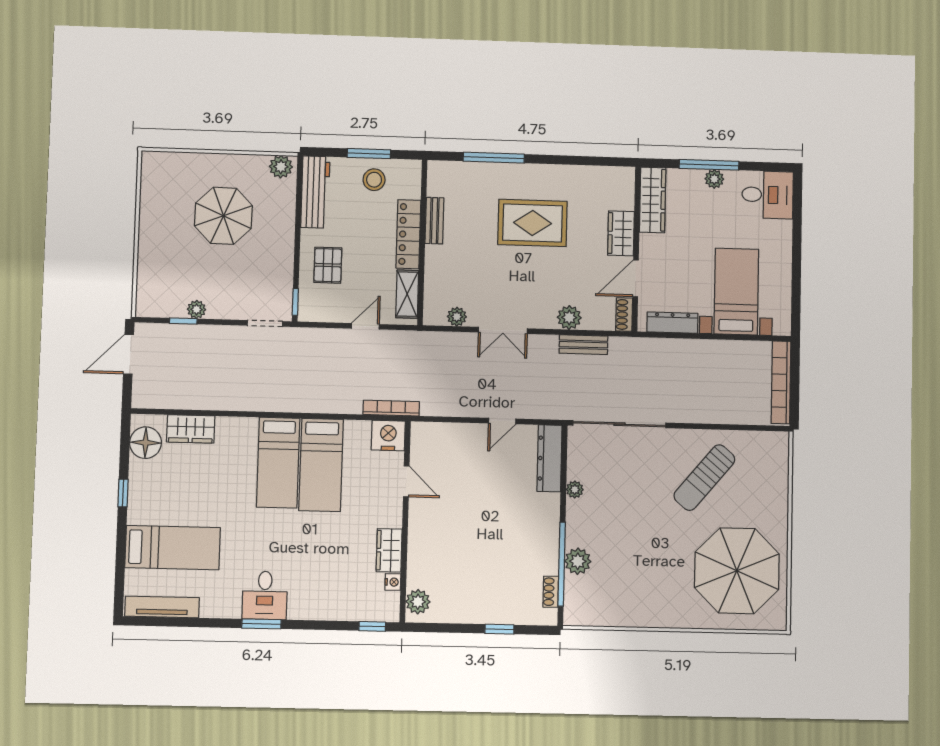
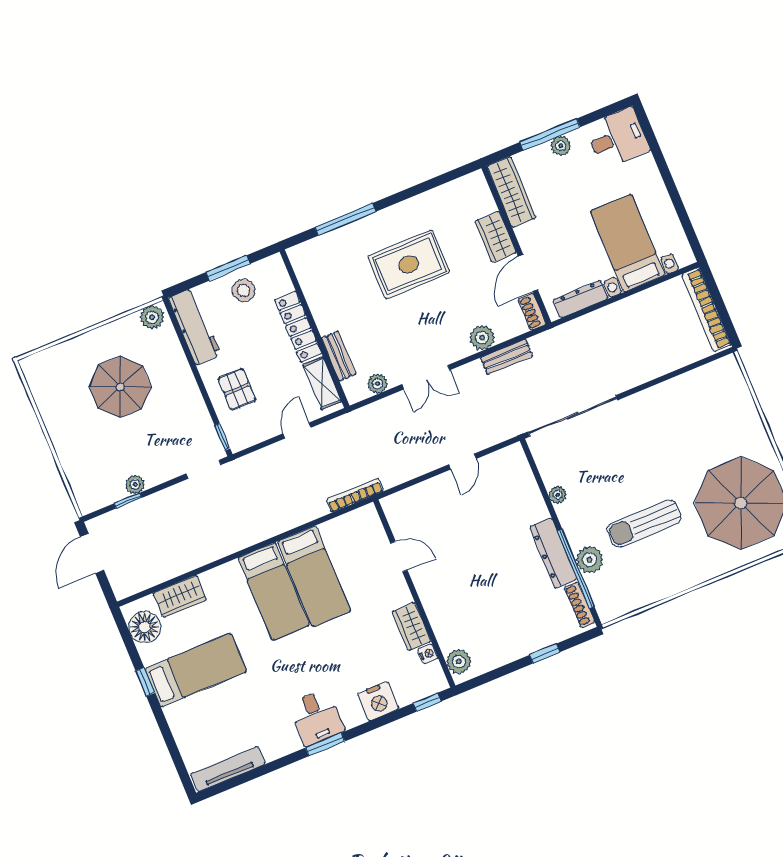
bench: (434, 221) -> (339, 356), moved
nightstand: (388, 436) -> (378, 701), moved, turned 180
dresser: (550, 458) -> (553, 553), moved
sun lounger: (704, 478) -> (644, 524), moved, turned 50
bed: (173, 548) -> (196, 670), moved
shoe rack: (551, 592) -> (579, 605), width x1.43

